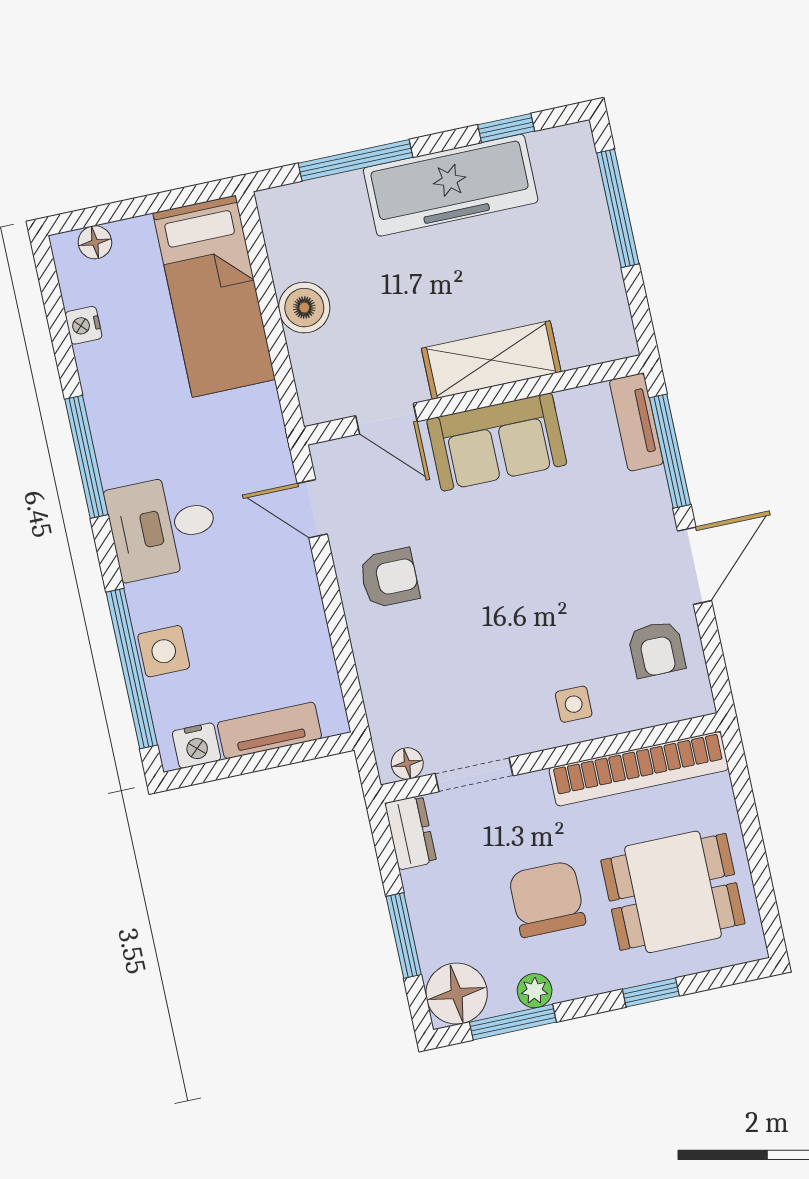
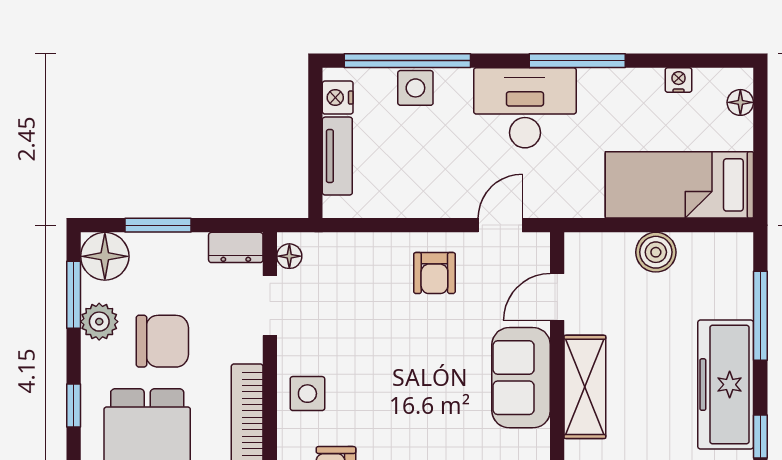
desk: (163, 527) -> (525, 108), width x1.37
side table: (574, 704) -> (307, 394), width x1.37, depth x1.37
plant: (535, 991) -> (99, 322), width x1.38, depth x1.38

